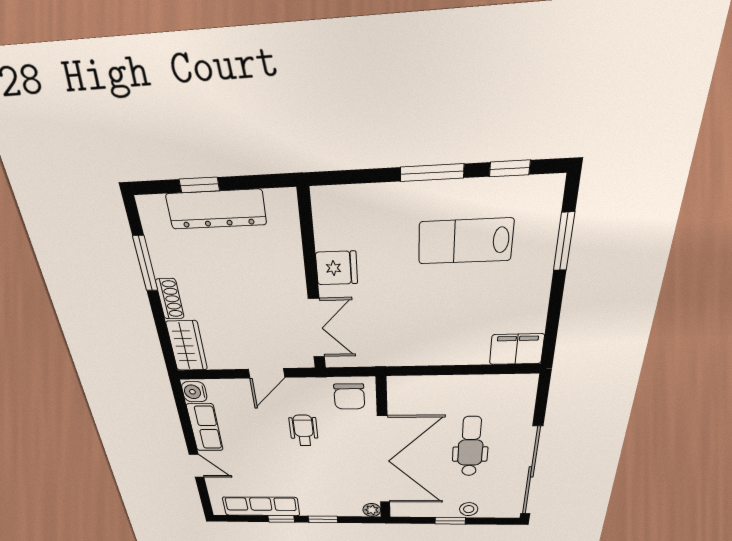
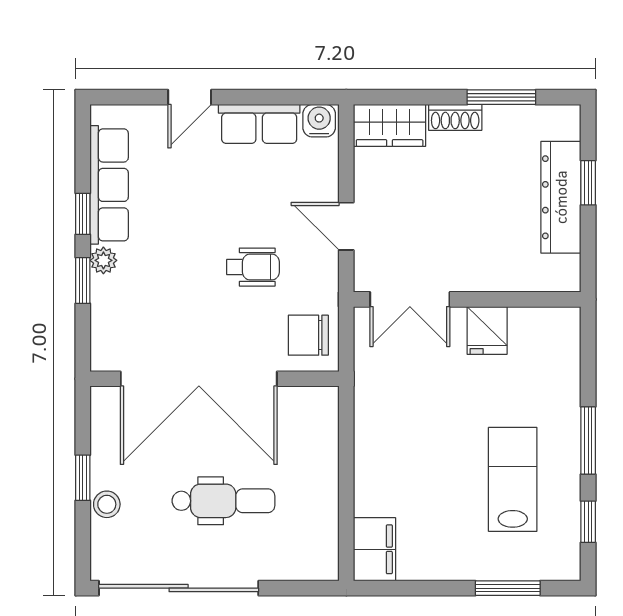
plant: (372, 510) -> (103, 260), moved

